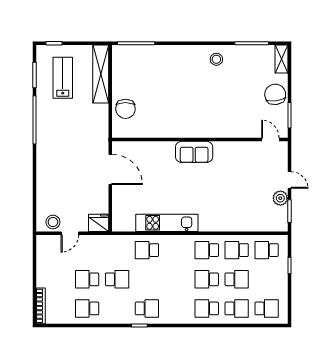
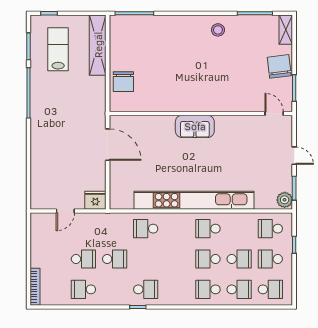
plant: (280, 198) -> (285, 200), moved
stool: (53, 222) -> (48, 199), removed
kitchen unit: (167, 223) -> (194, 200), width x1.86
school desk: (237, 250) -> (270, 259), moved
school desk: (87, 279) -> (83, 259), turned 180

